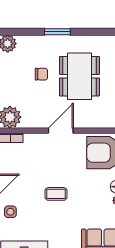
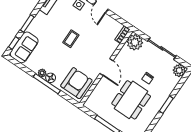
dining table: (79, 76) -> (131, 100), turned 90

